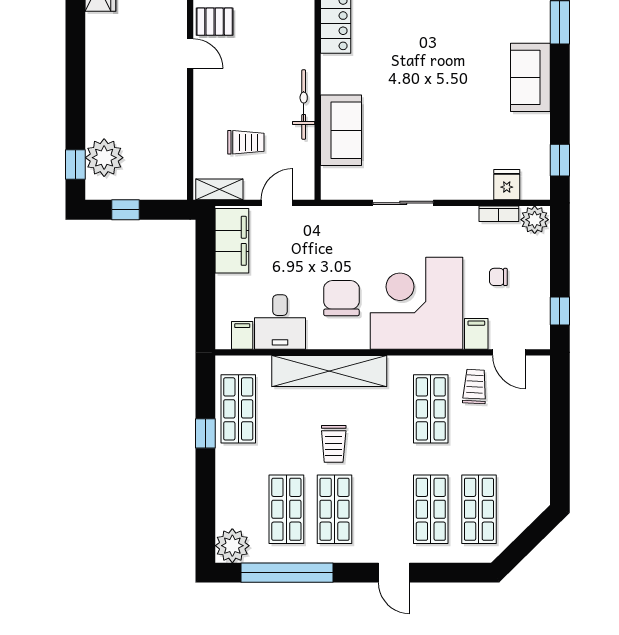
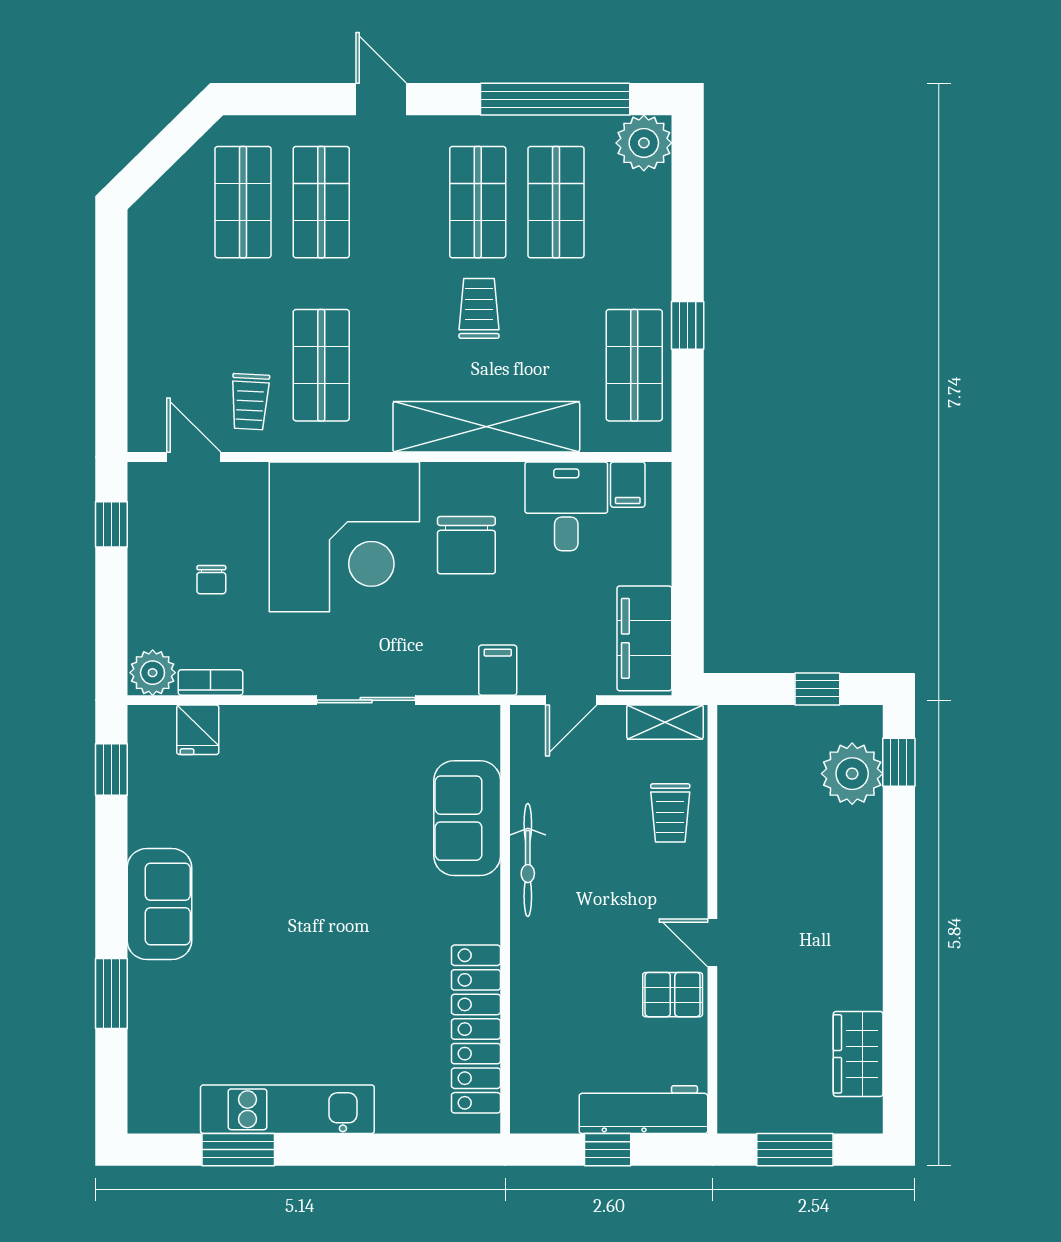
trolley: (246, 142) -> (670, 813), moved, turned -90
chair: (498, 277) -> (211, 580), turned 90
filing cabinet: (476, 334) -> (498, 670), moved, turned 180

